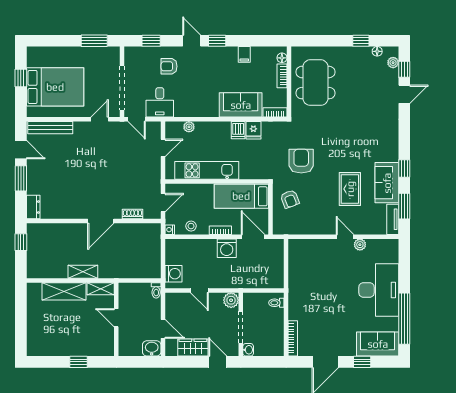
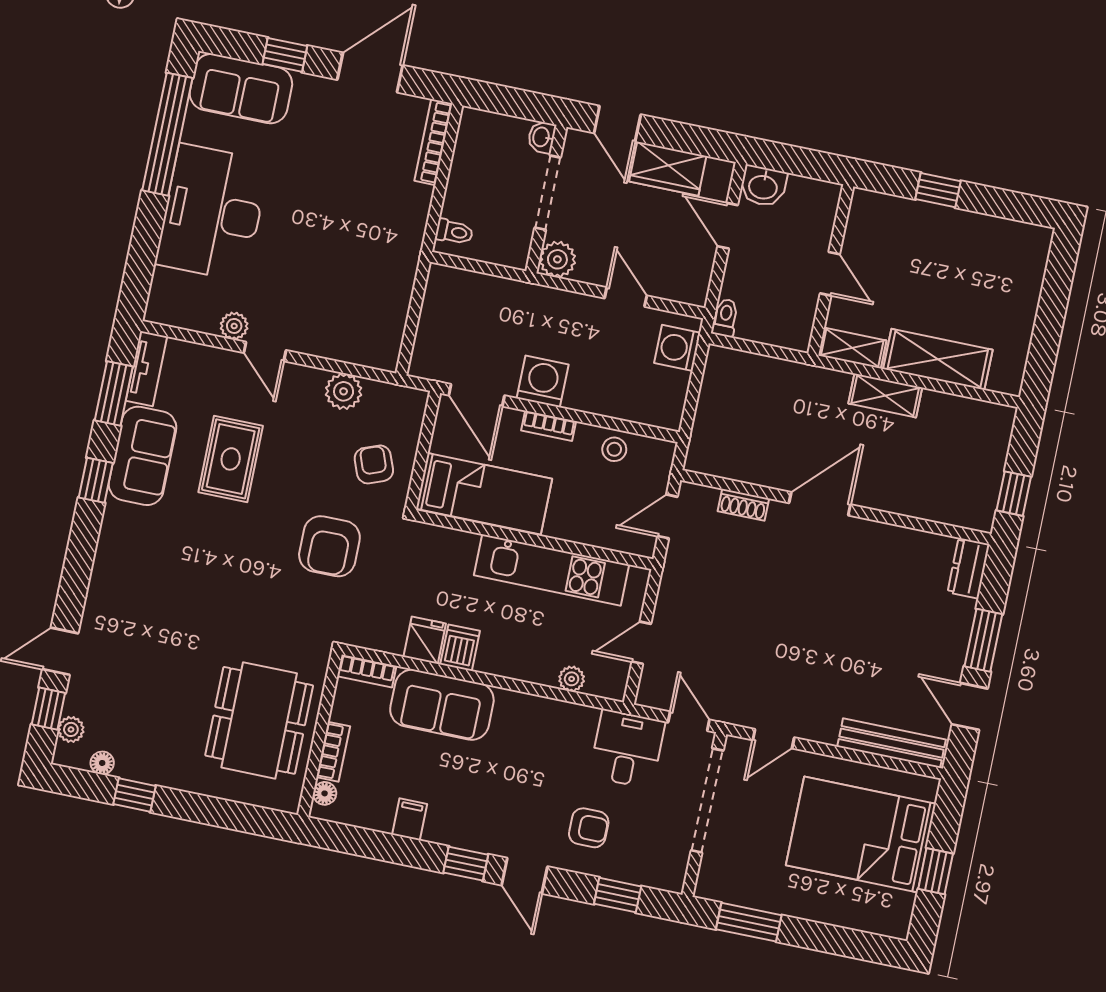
plant: (309, 227) -> (344, 391), added
nightstand: (170, 230) -> (665, 451), removed

